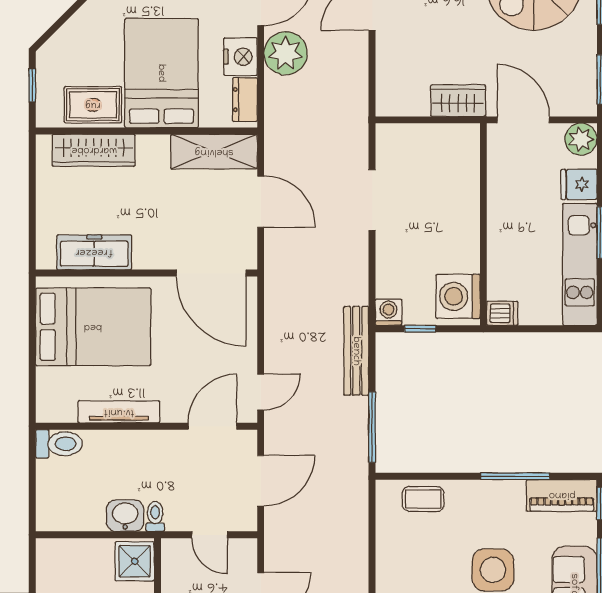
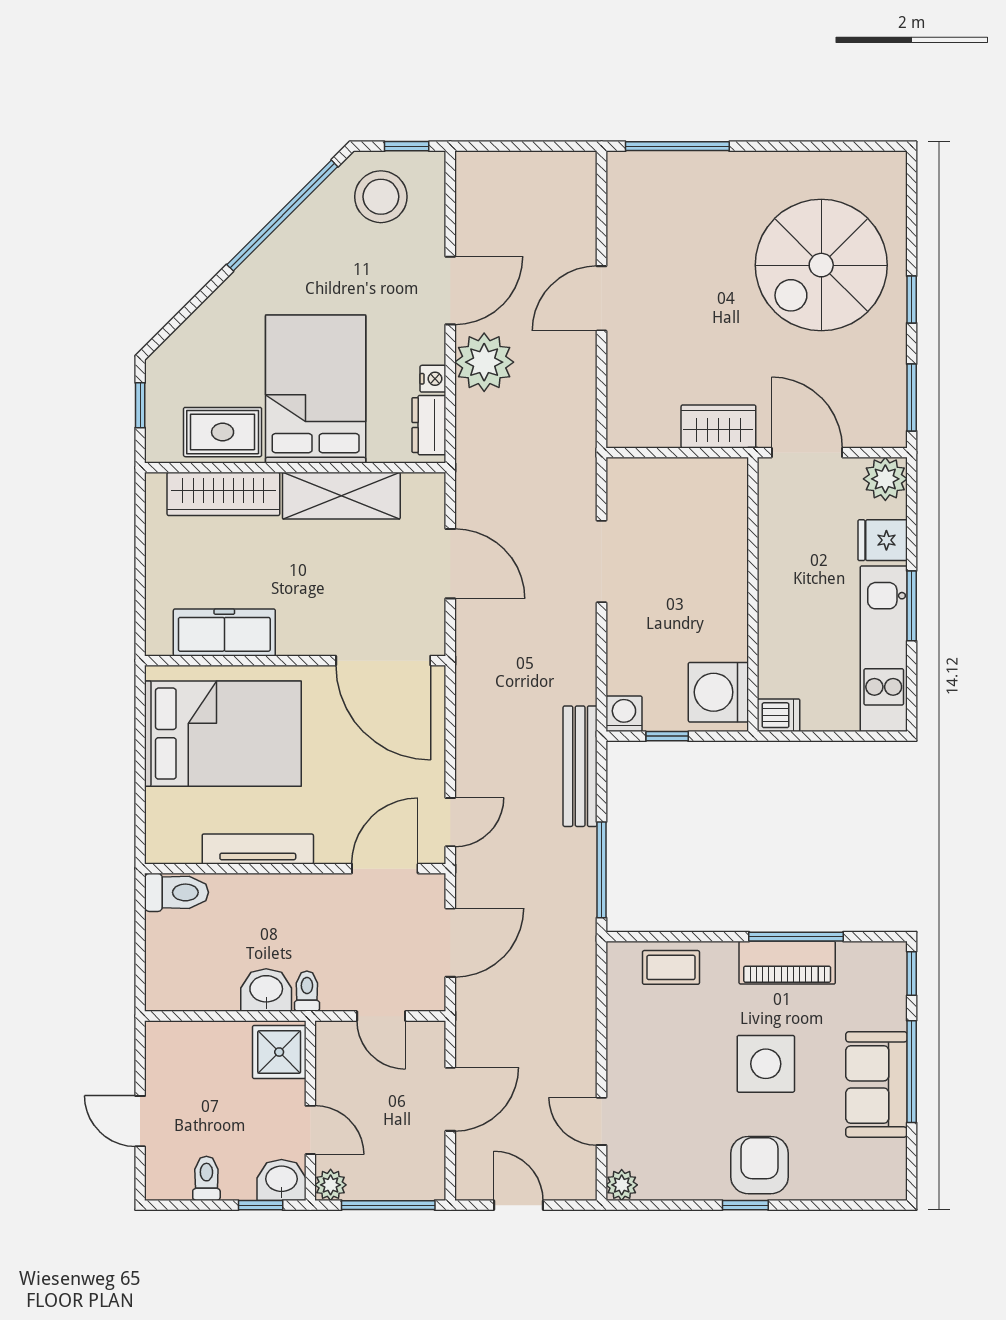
nightstand: (240, 57) -> (433, 379), width x0.53, depth x0.56
shelving: (214, 152) -> (341, 496), moved
piano: (562, 495) -> (787, 963), moved

